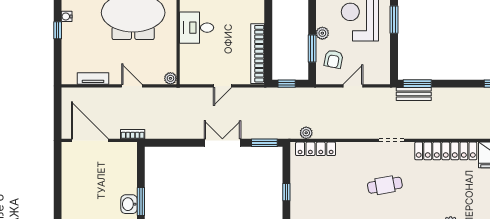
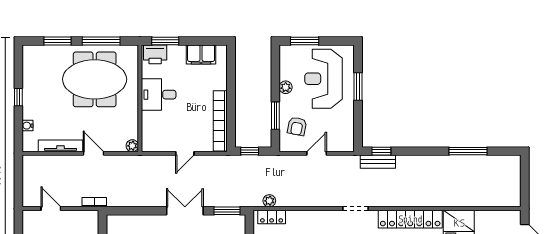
water cooler: (67, 16) -> (28, 126), moved
plant: (322, 33) -> (286, 87), moved
tv unit: (93, 78) -> (61, 146), width x1.41
window: (417, 84) -> (381, 151), width x0.67
door: (90, 140) -> (51, 209), width x0.53
locker: (316, 149) -> (272, 217), width x0.66

